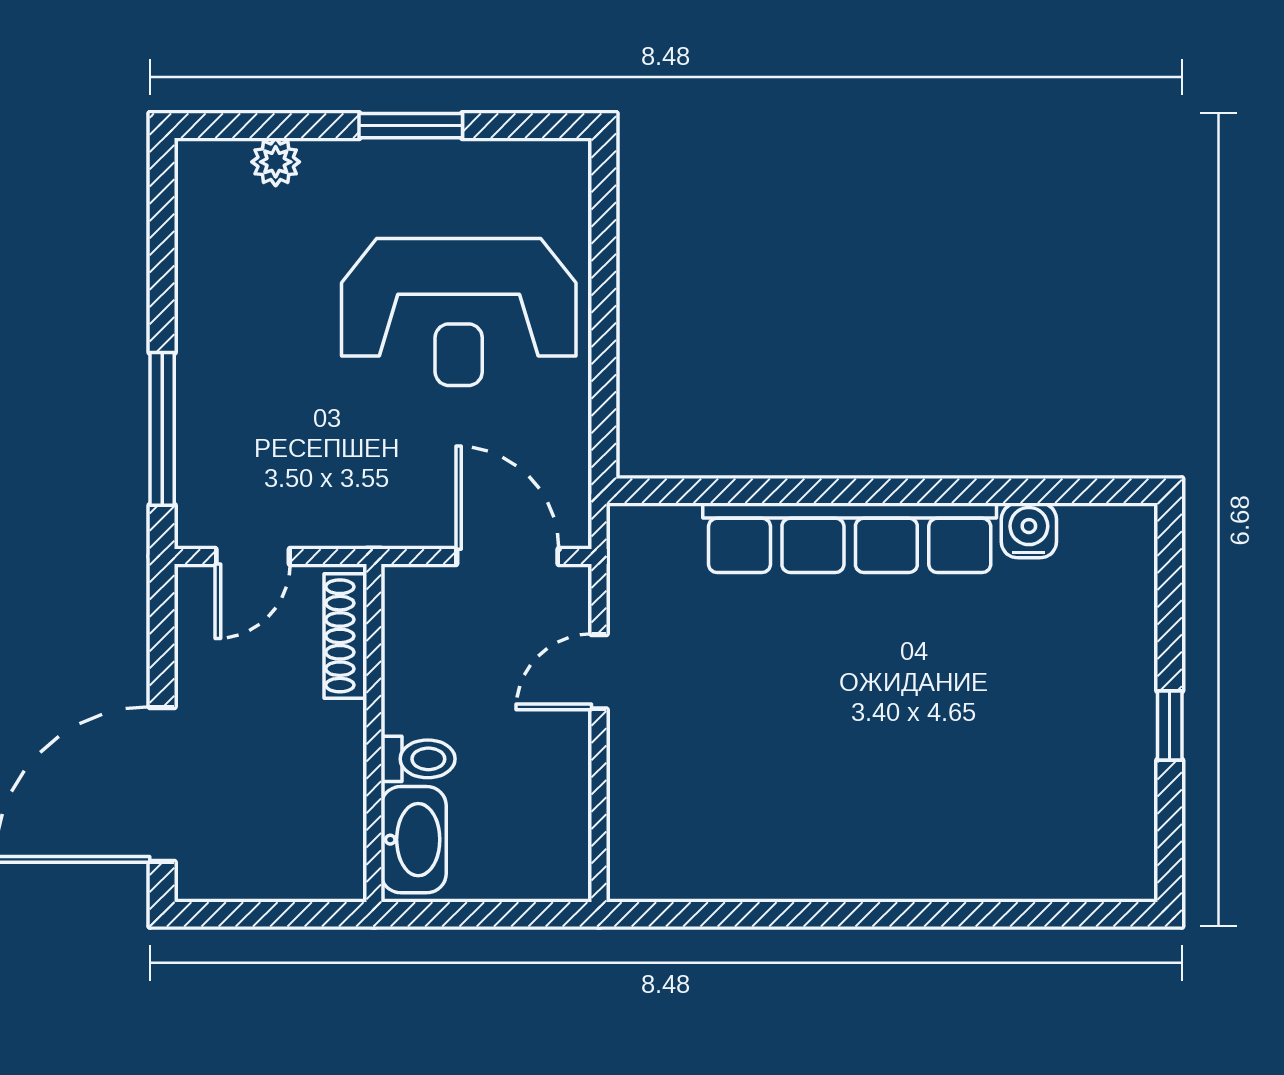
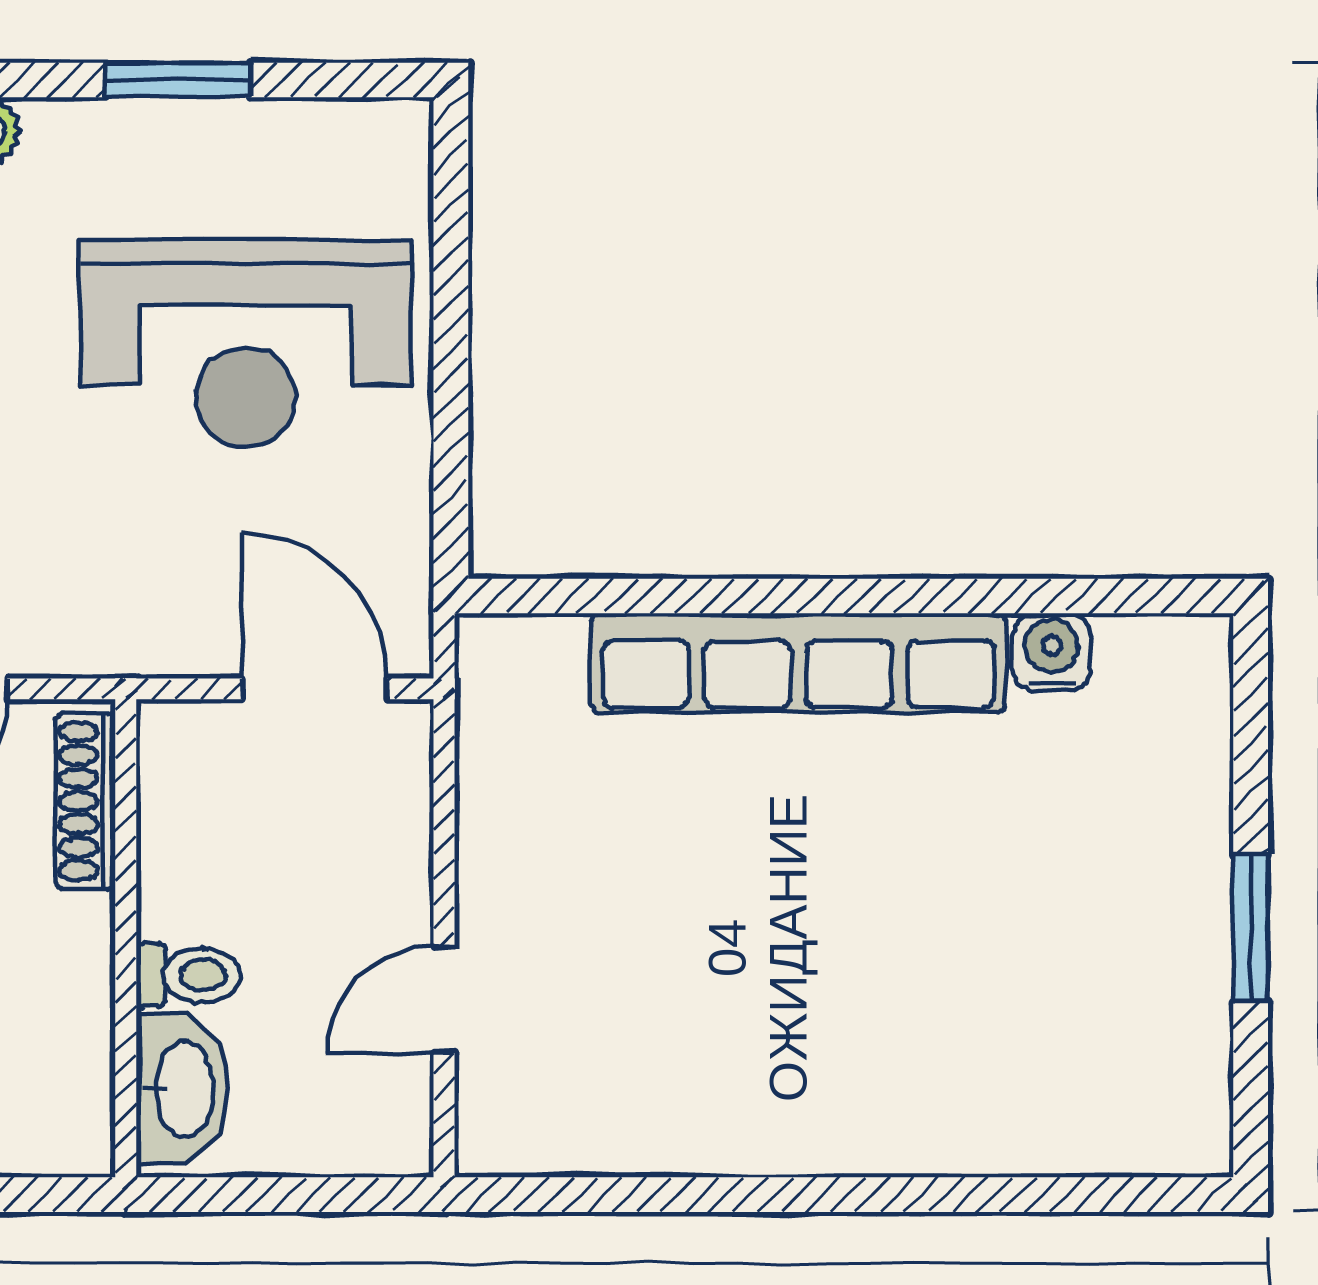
door: (599, 672) -> (444, 1000), moved
window: (1170, 725) -> (1251, 928), width x1.50

